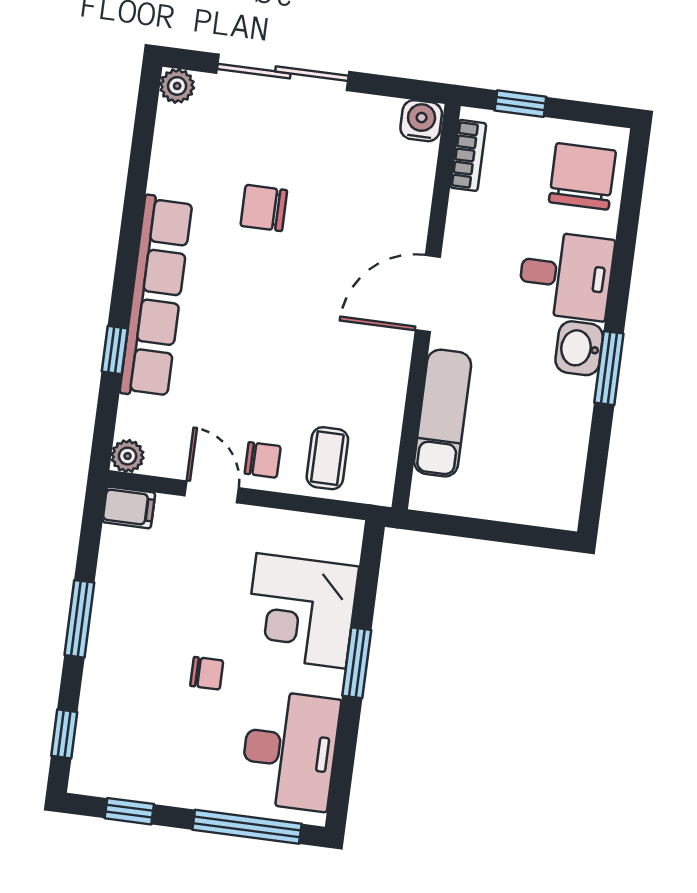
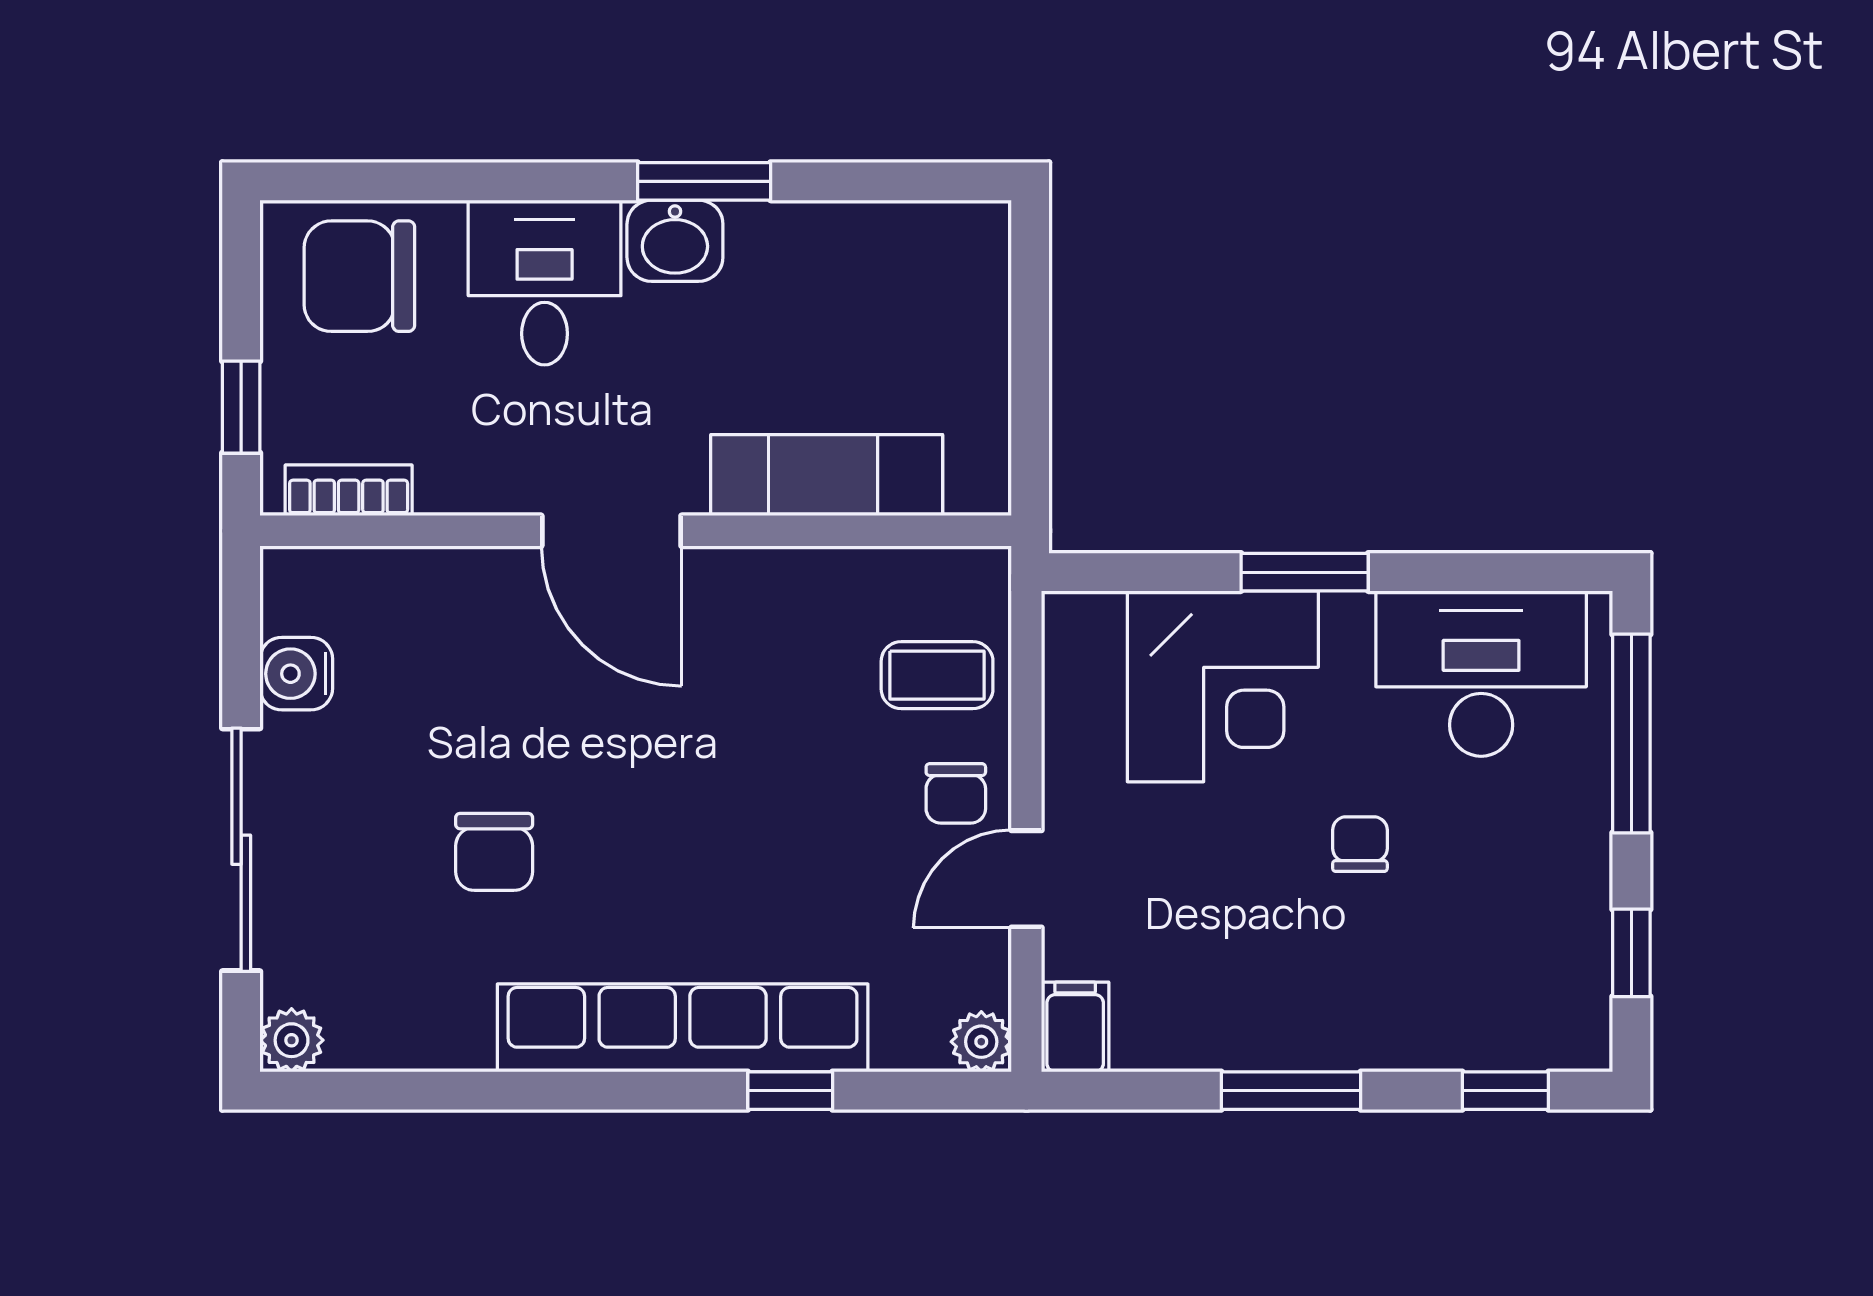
water cooler: (421, 121) -> (296, 674), moved
chair: (263, 460) -> (956, 793), turned 180

